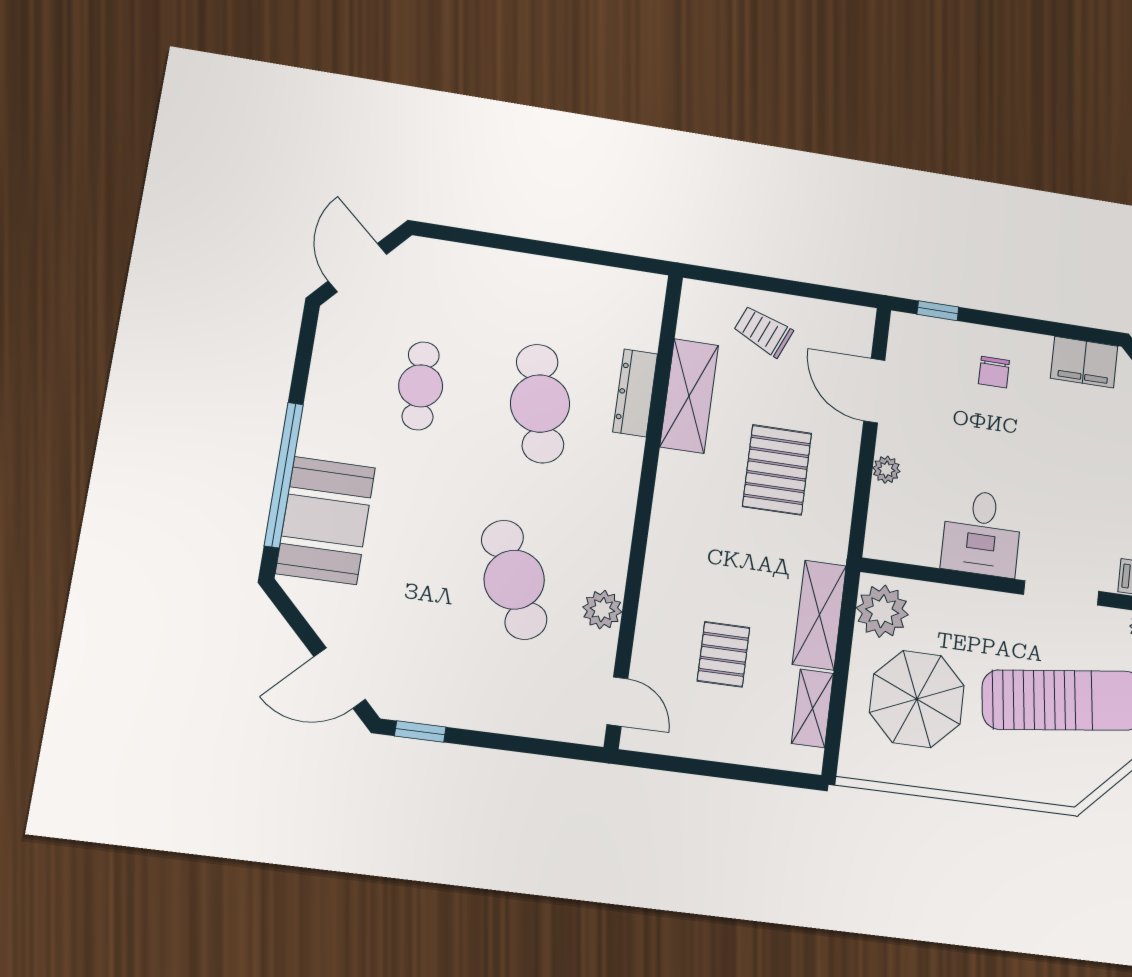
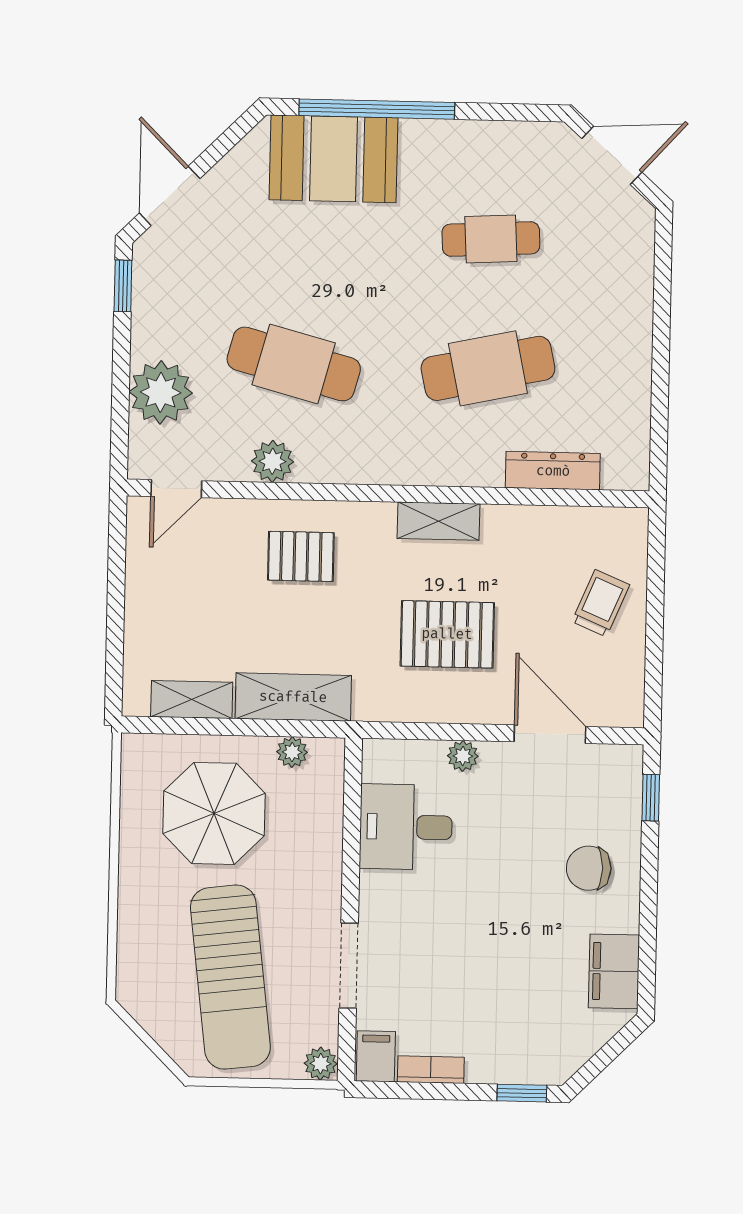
chair: (994, 372) -> (589, 868), width x1.37, depth x1.37
door: (874, 391) -> (550, 734), hinge flipped
dresser: (635, 393) -> (553, 471), moved
shelving: (689, 396) -> (438, 521), moved, width x0.67, depth x0.75
desk: (982, 533) -> (406, 827), moved
cafe table: (514, 580) -> (294, 364), turned 39
plant: (882, 611) -> (292, 752), width x0.53, depth x0.53
pallet: (723, 654) -> (301, 556), moved
plant: (526, 707) -> (161, 392), added

